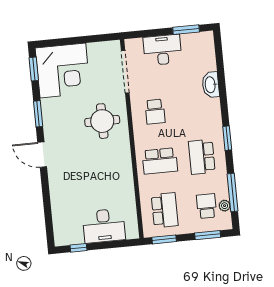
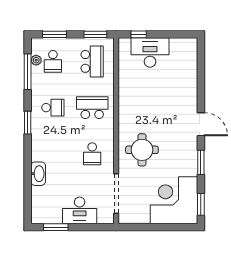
school desk: (155, 112) -> (92, 154), turned 180
school desk: (202, 157) -> (53, 108), width x0.54
school desk: (165, 210) -> (92, 61), turned 180
window: (78, 248) -> (139, 34), moved

